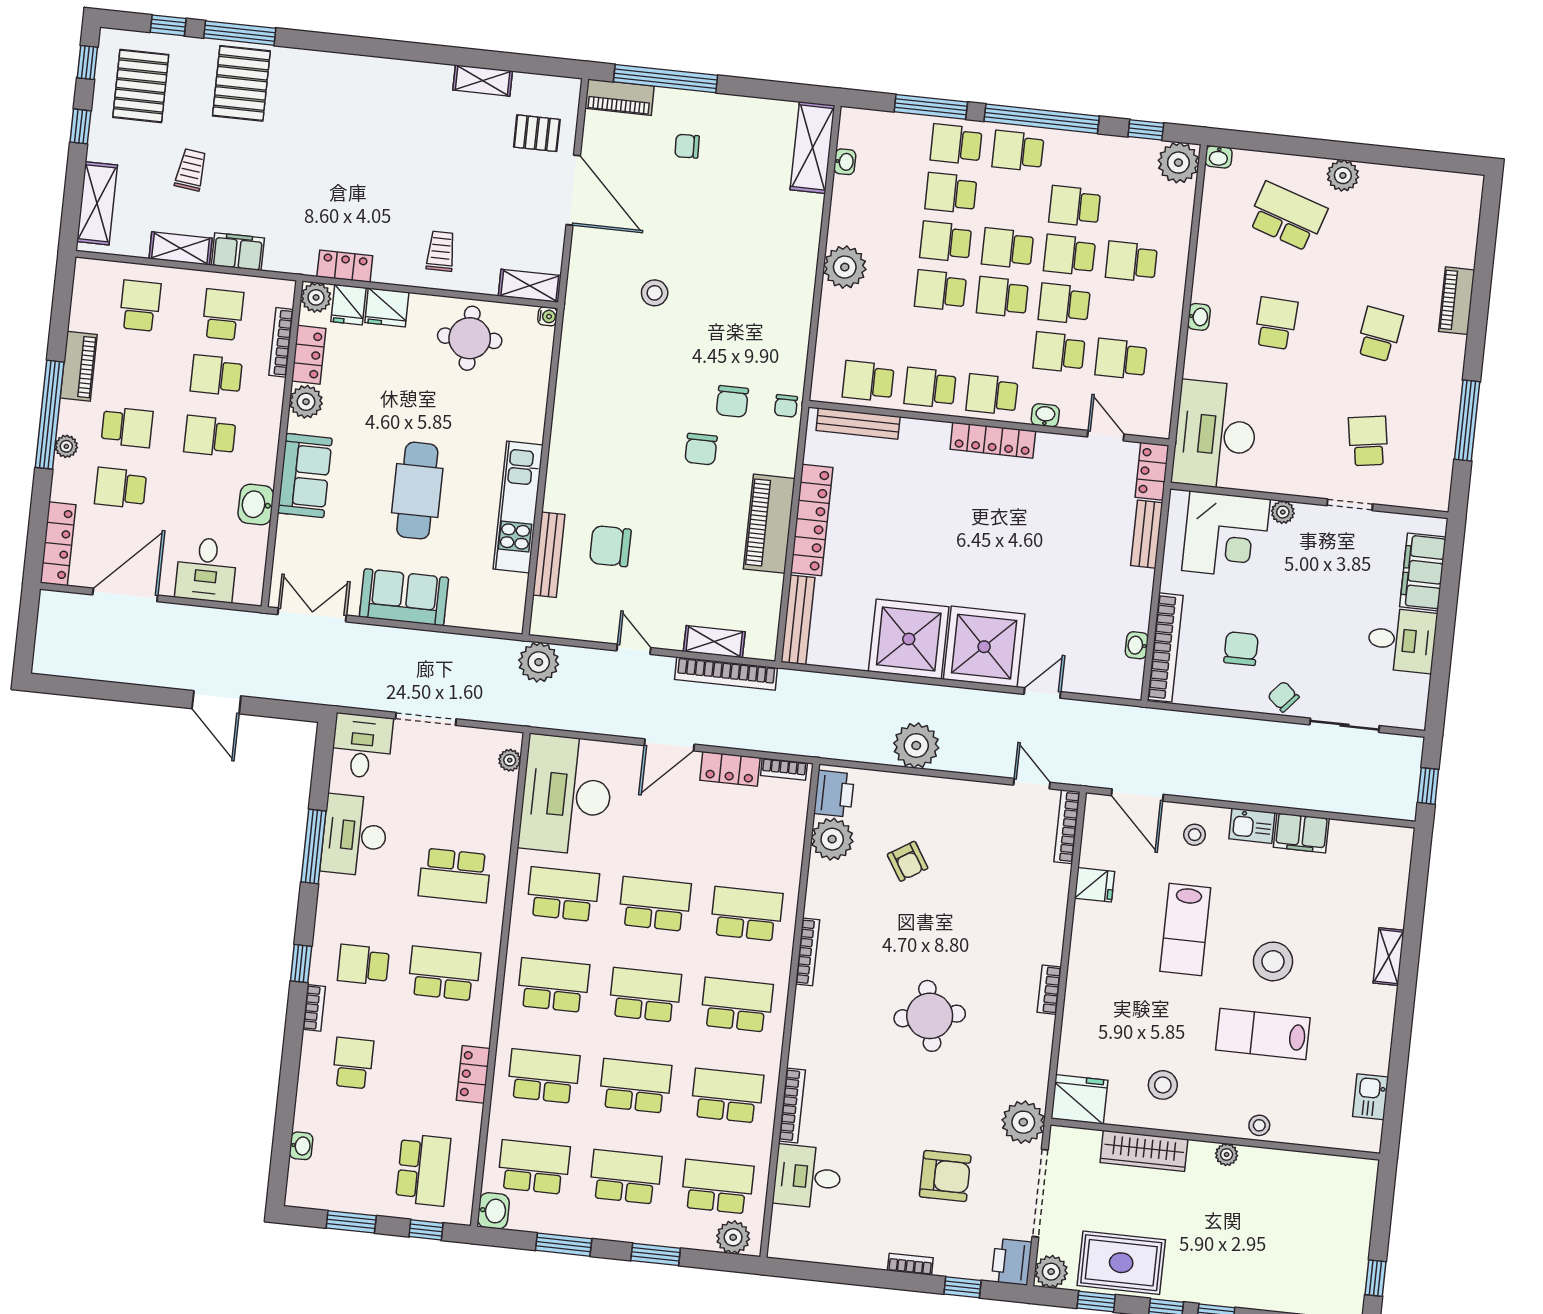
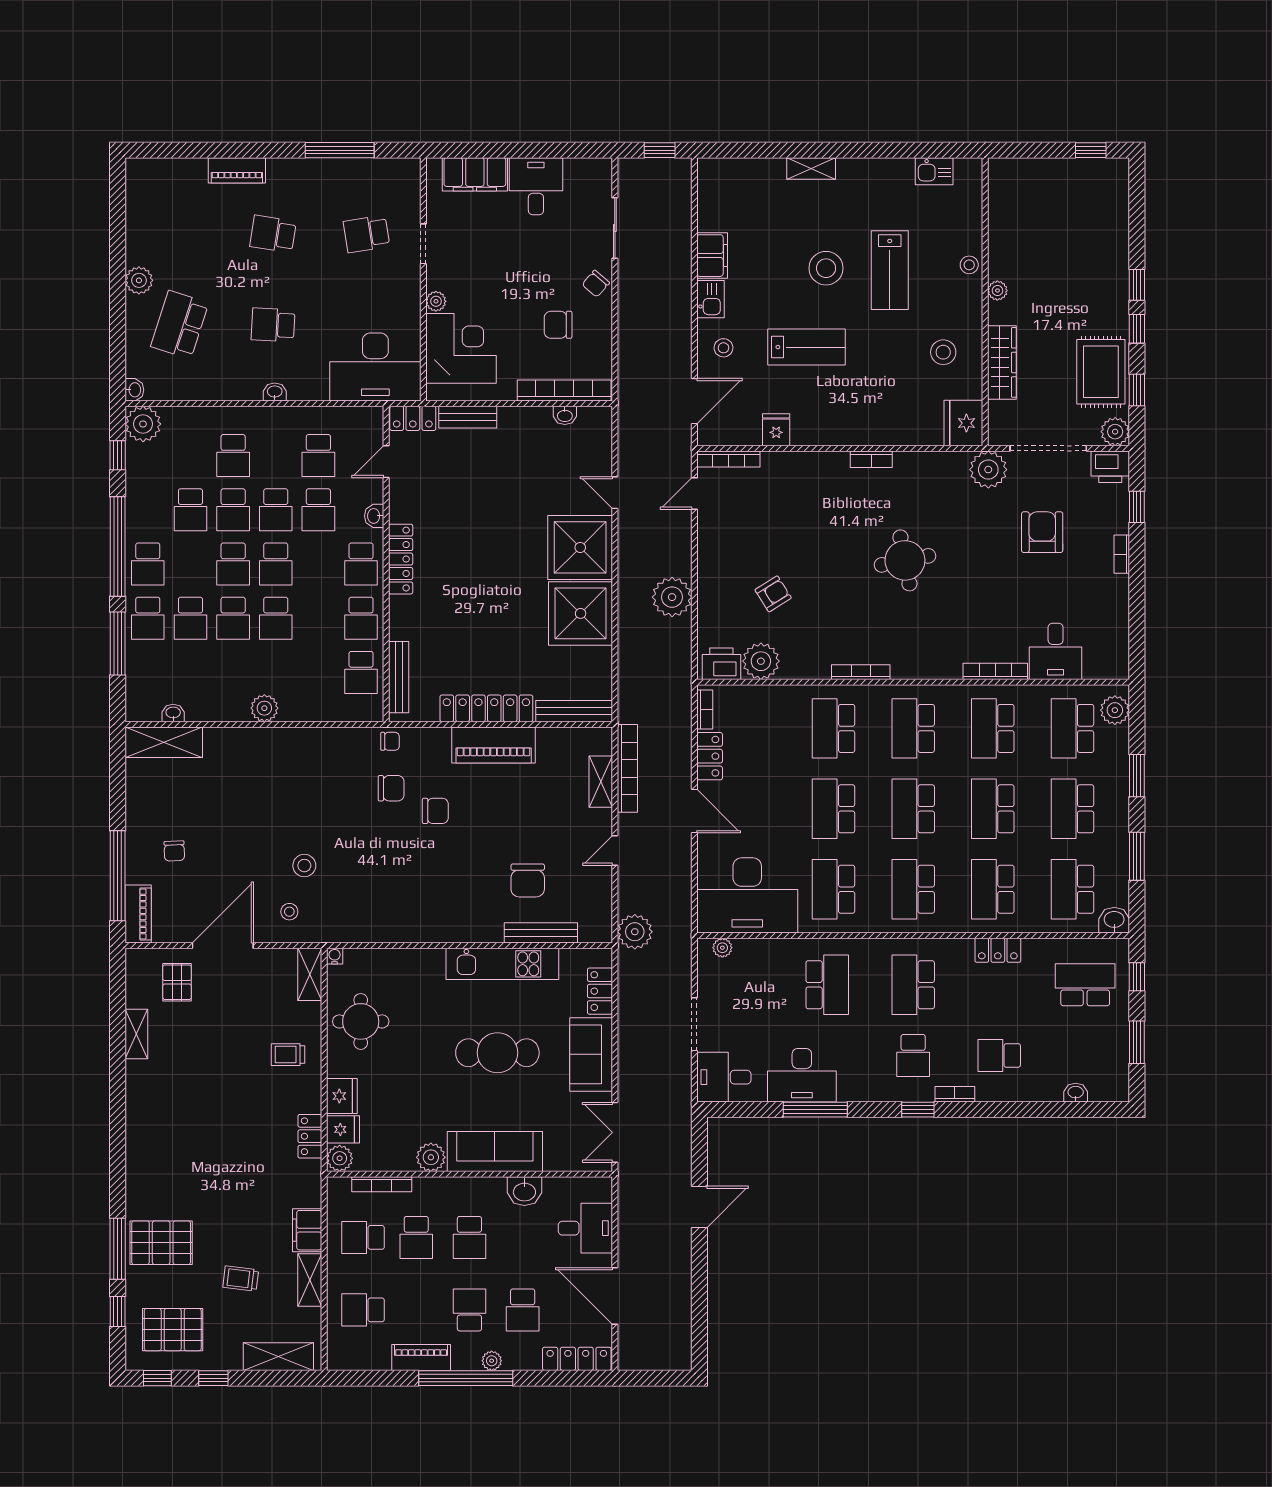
plant: (845, 267) -> (264, 708), width x0.73, depth x0.73
stool: (604, 270) -> (289, 912), added
locker: (309, 355) -> (600, 991), moved, turned -90
sofa: (305, 476) -> (495, 1152), width x1.36

